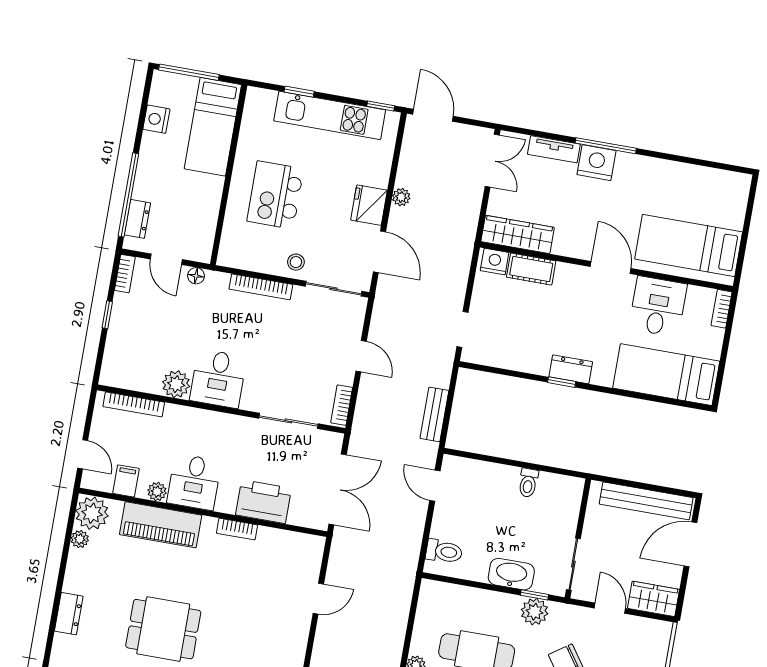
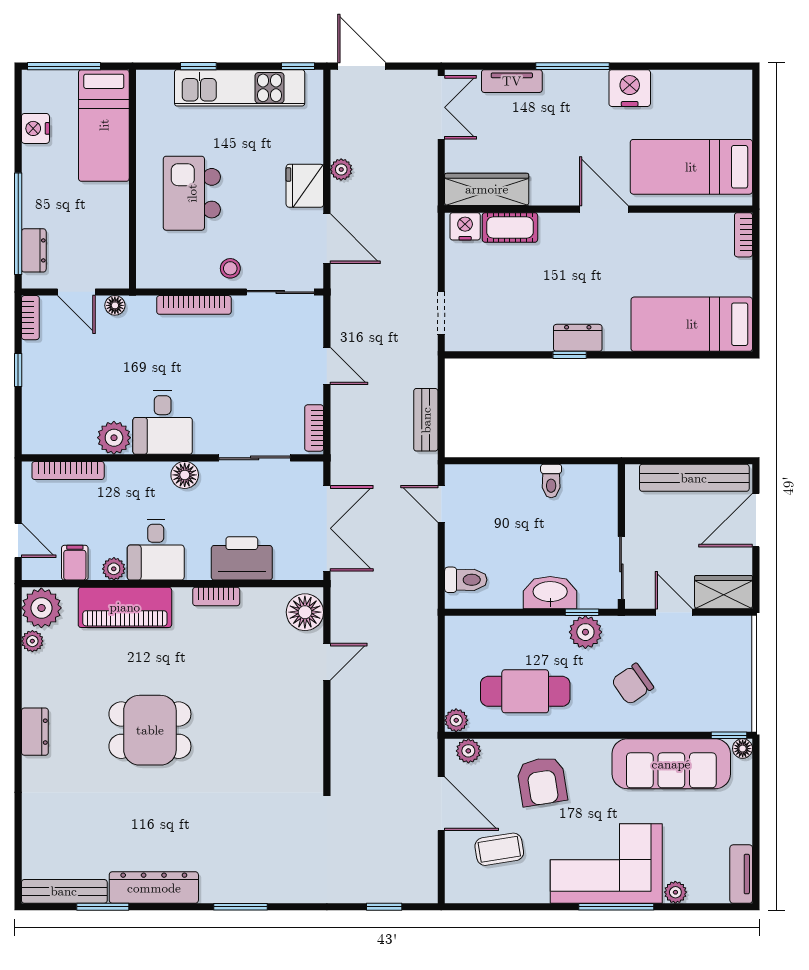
nightstand: (596, 163) -> (630, 88), moved
desk: (658, 306) -> (668, 245), removed
floor lamp: (229, 425) -> (185, 475), added
floor lamp: (307, 555) -> (305, 612), added

